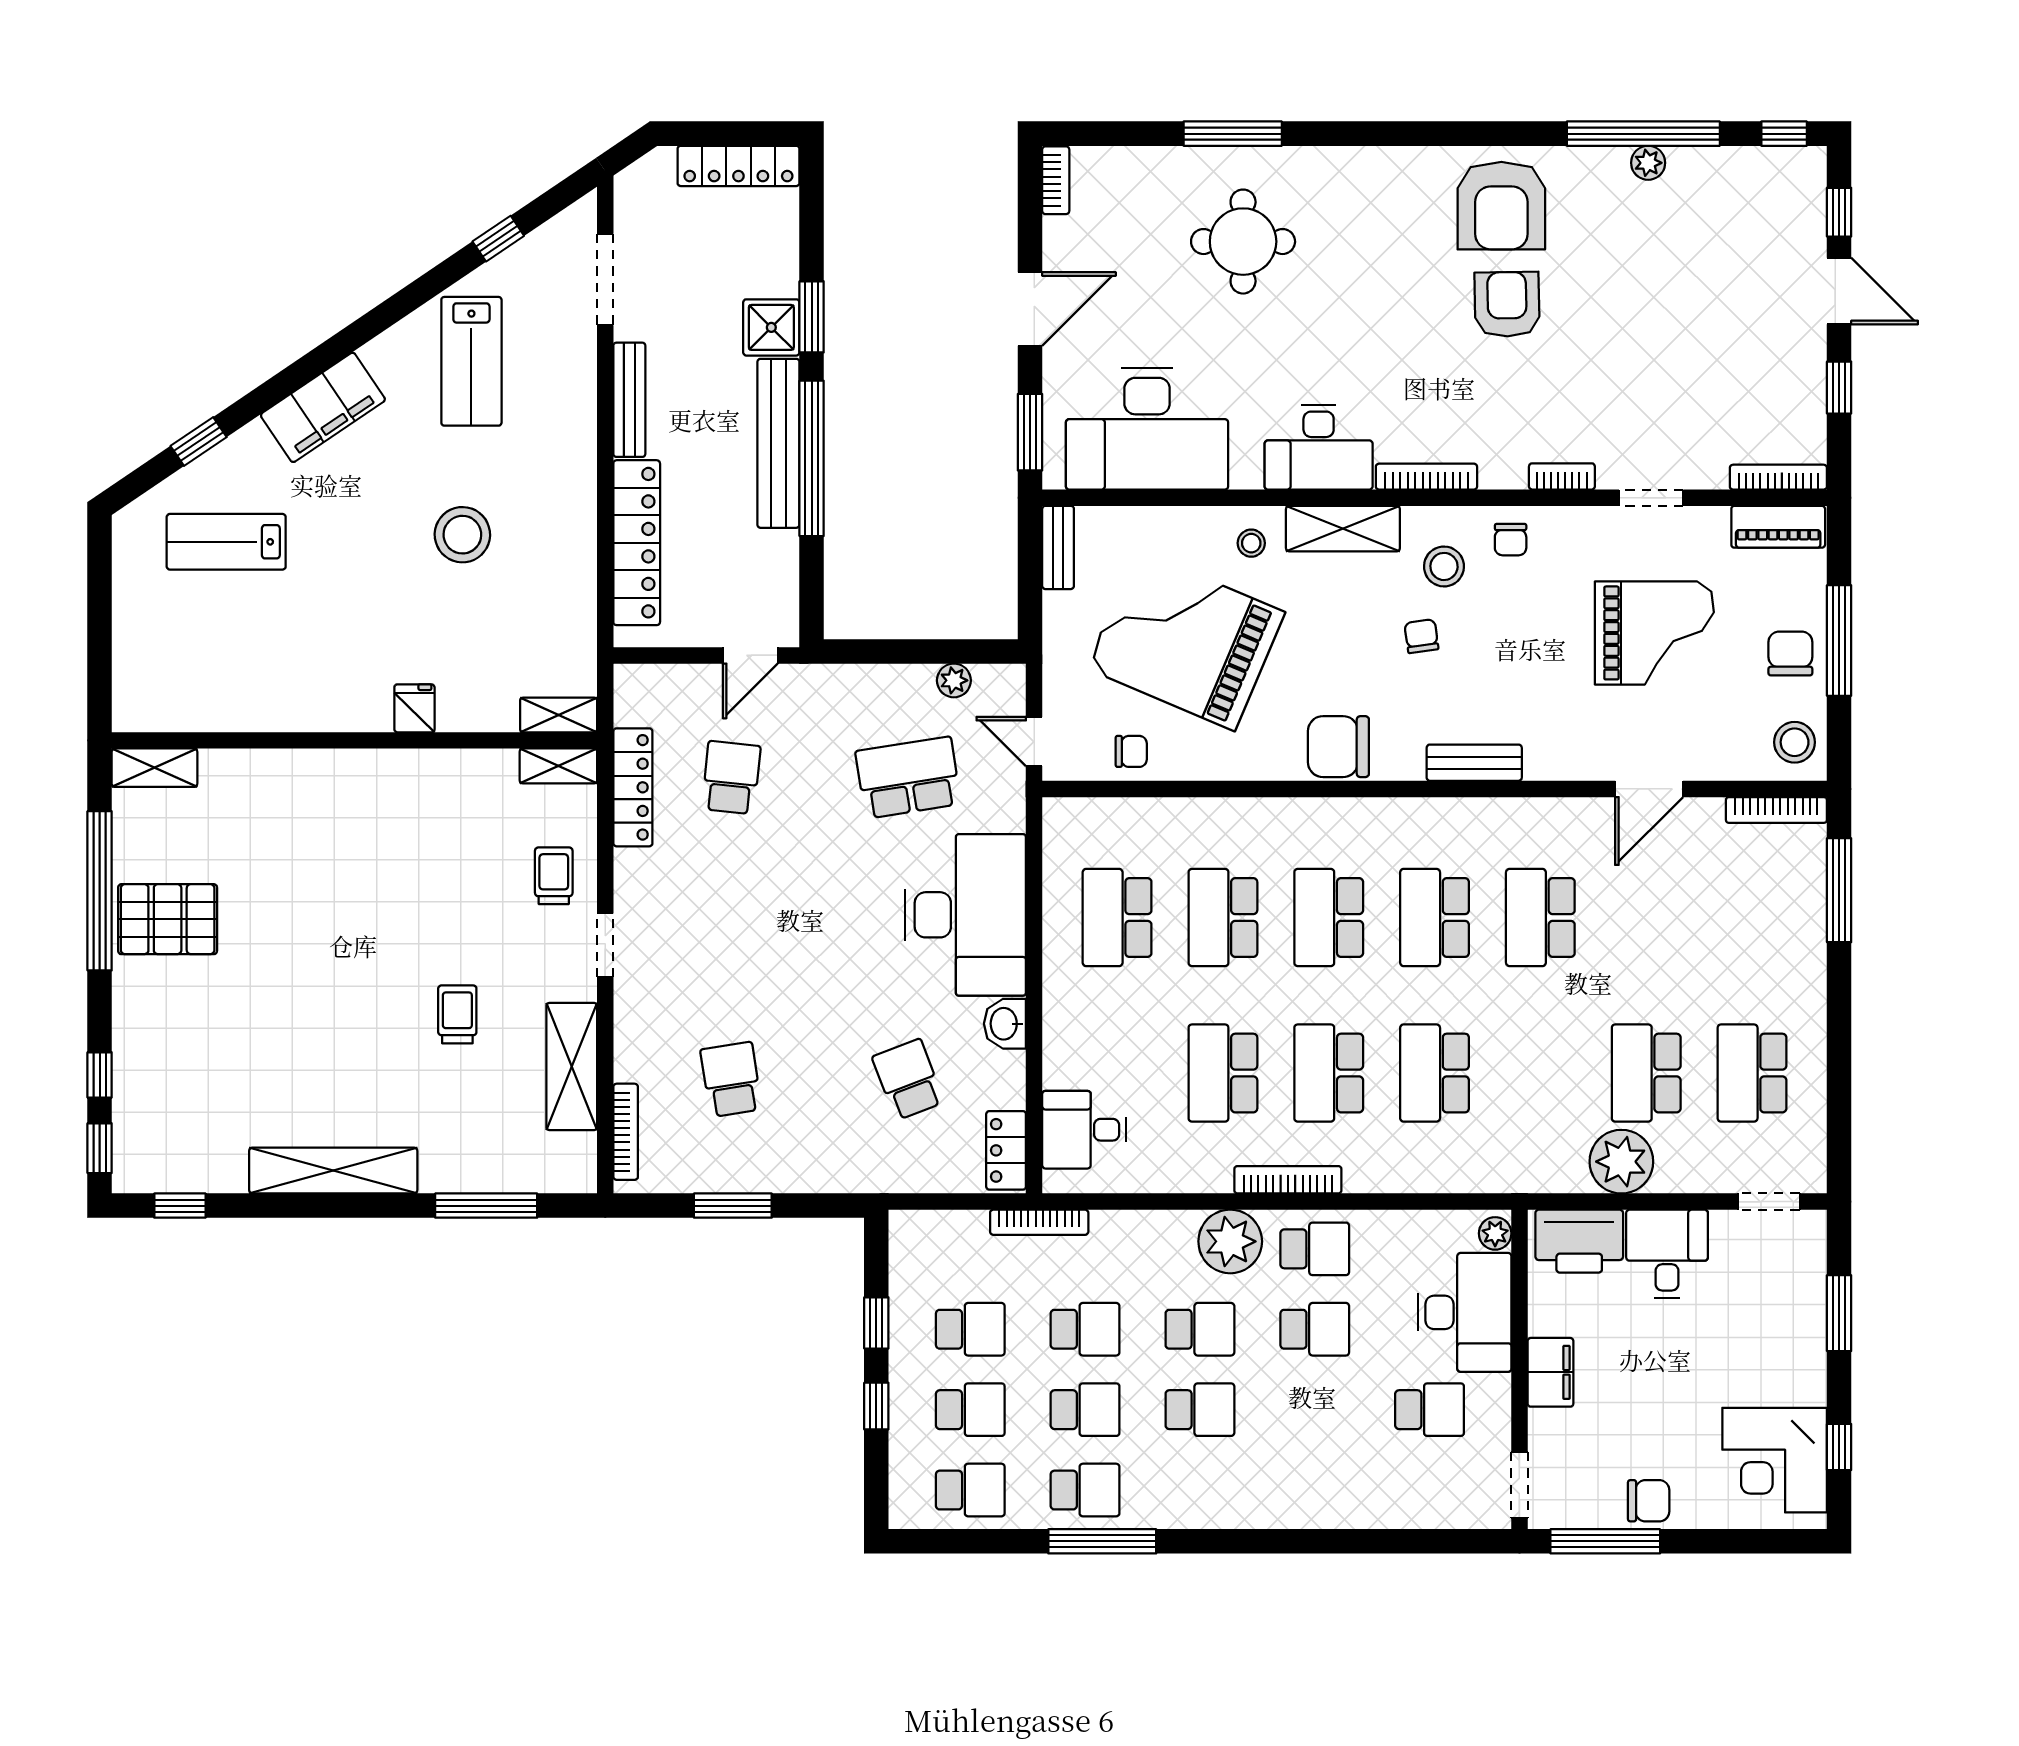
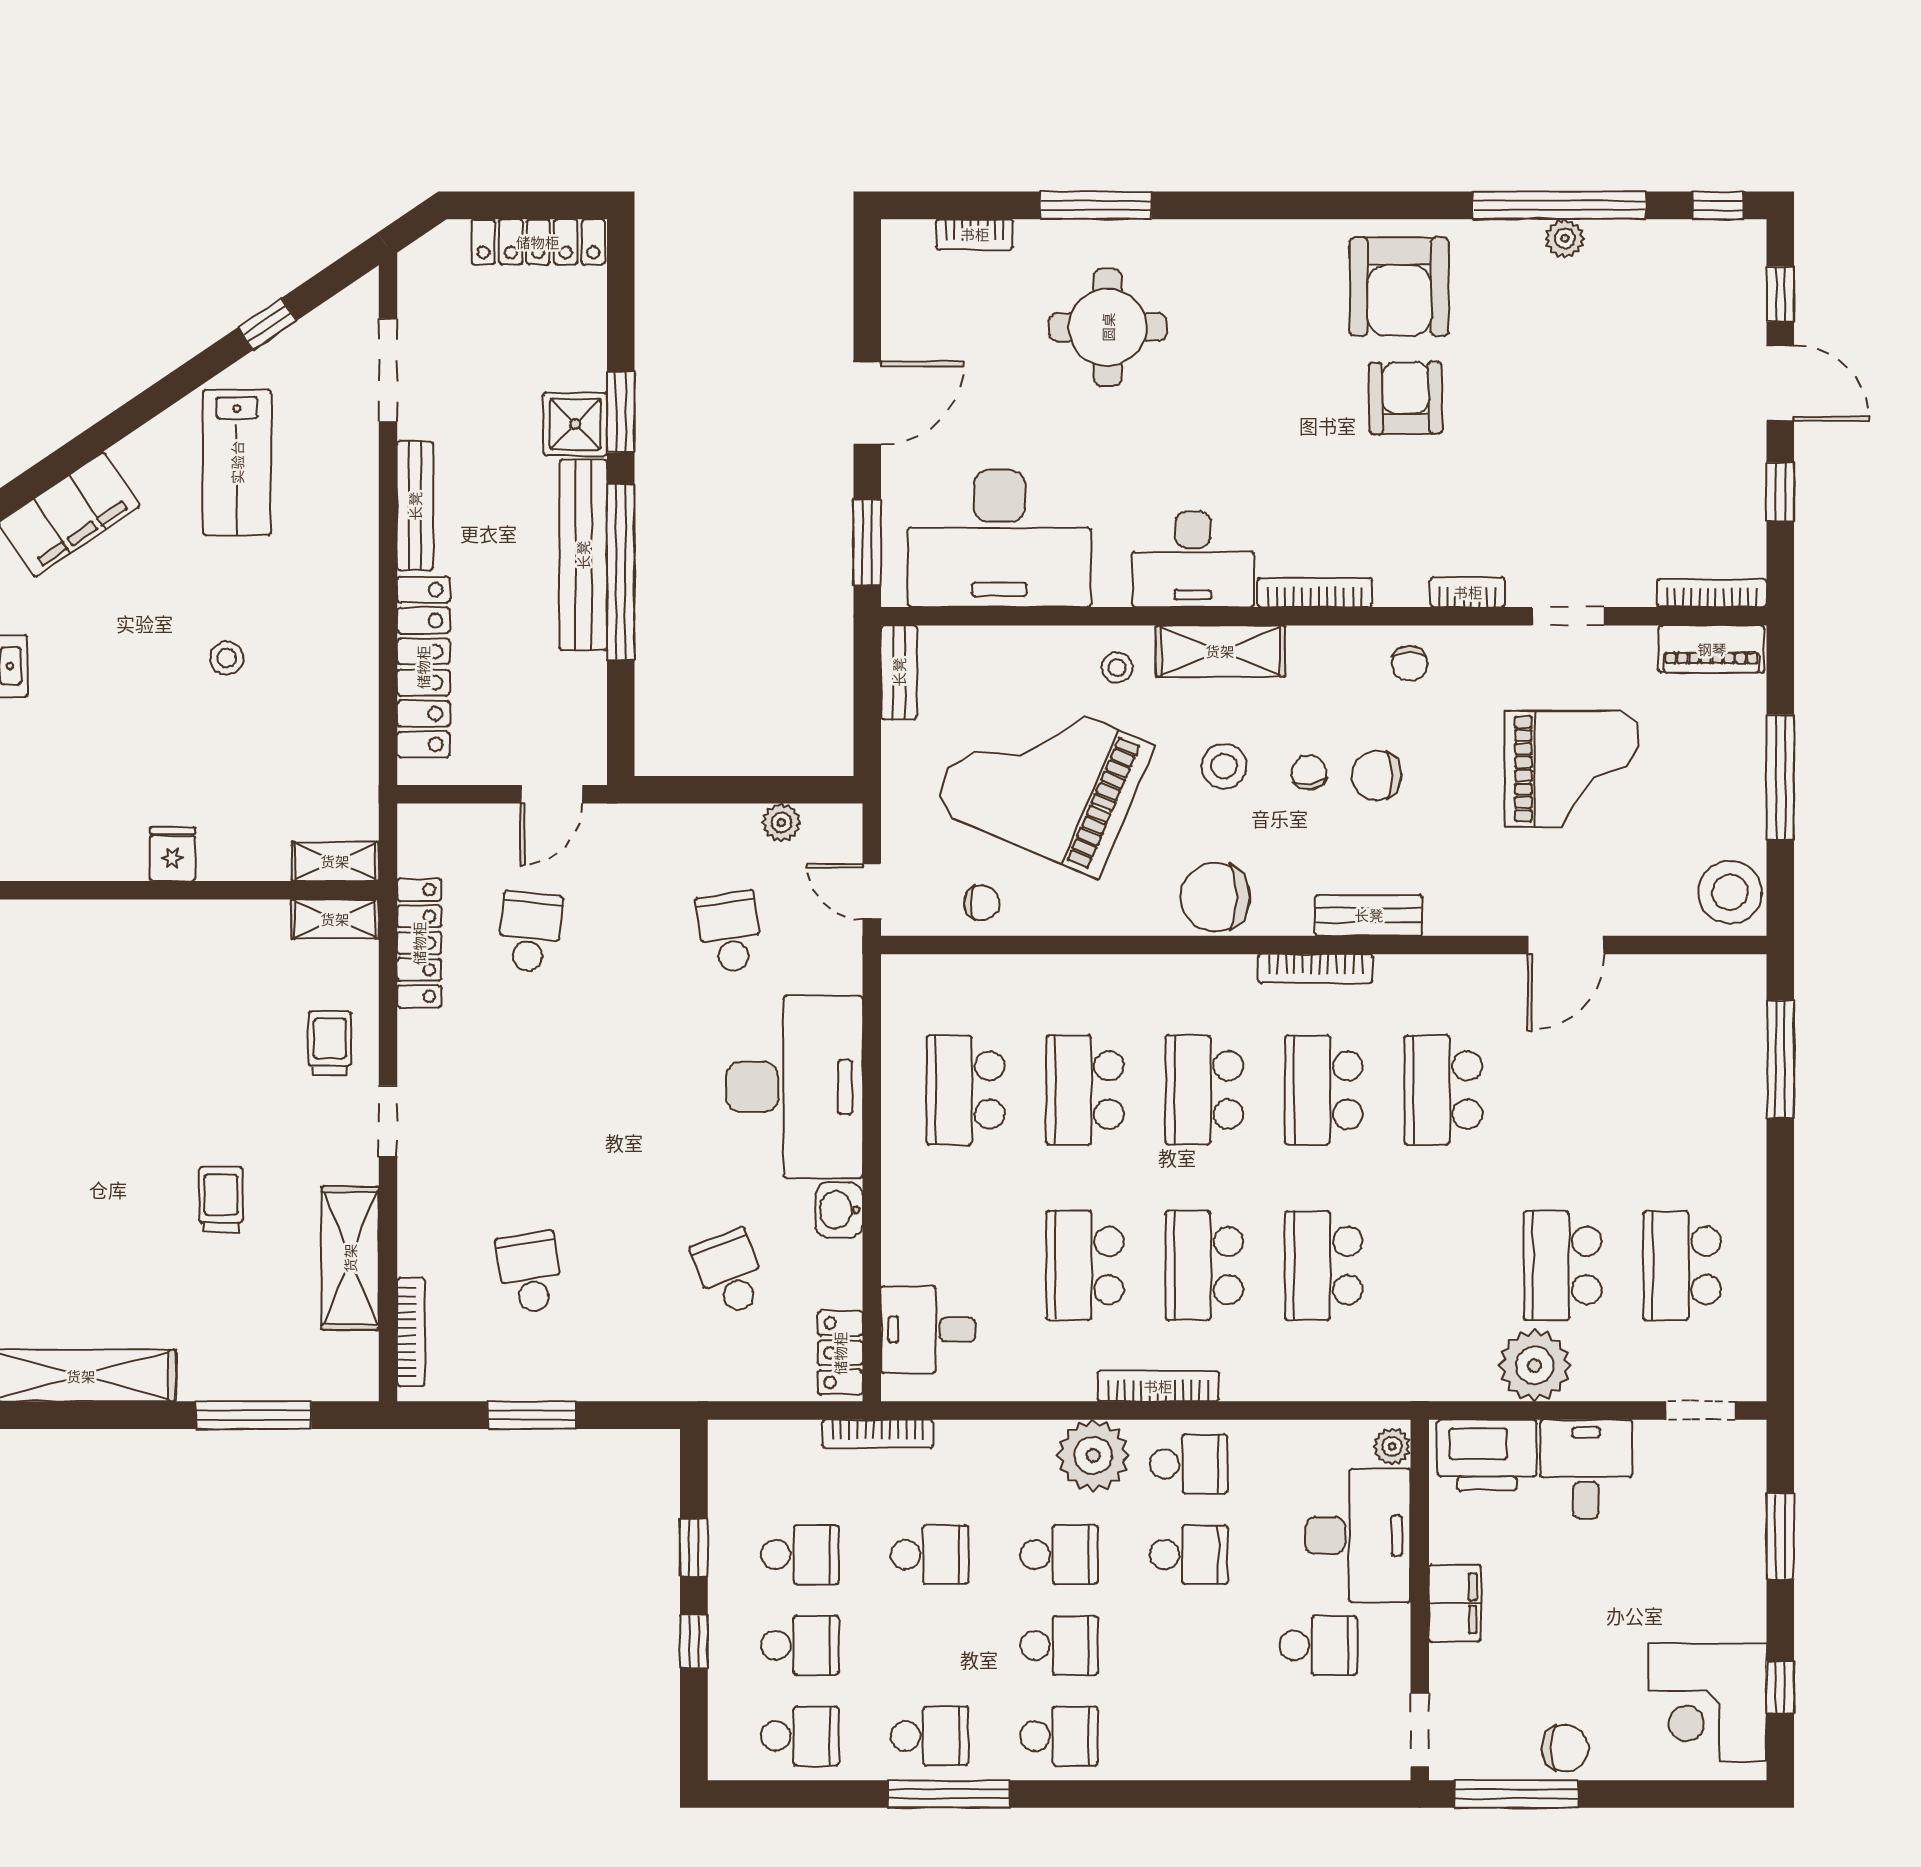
bookcase: (1056, 180) -> (975, 234), moved, turned 90
stool: (462, 535) -> (227, 658), width x0.53, depth x0.53
stool: (1444, 566) -> (1224, 766), moved
chair: (1790, 653) -> (1376, 776), moved, turned -90
stool: (1795, 742) -> (1730, 892), width x1.38, depth x1.38
school desk: (908, 778) -> (730, 932), width x0.54
bookcase: (1776, 810) -> (1315, 969), moved
school desk: (1085, 1410) -> (1059, 1736), moved

